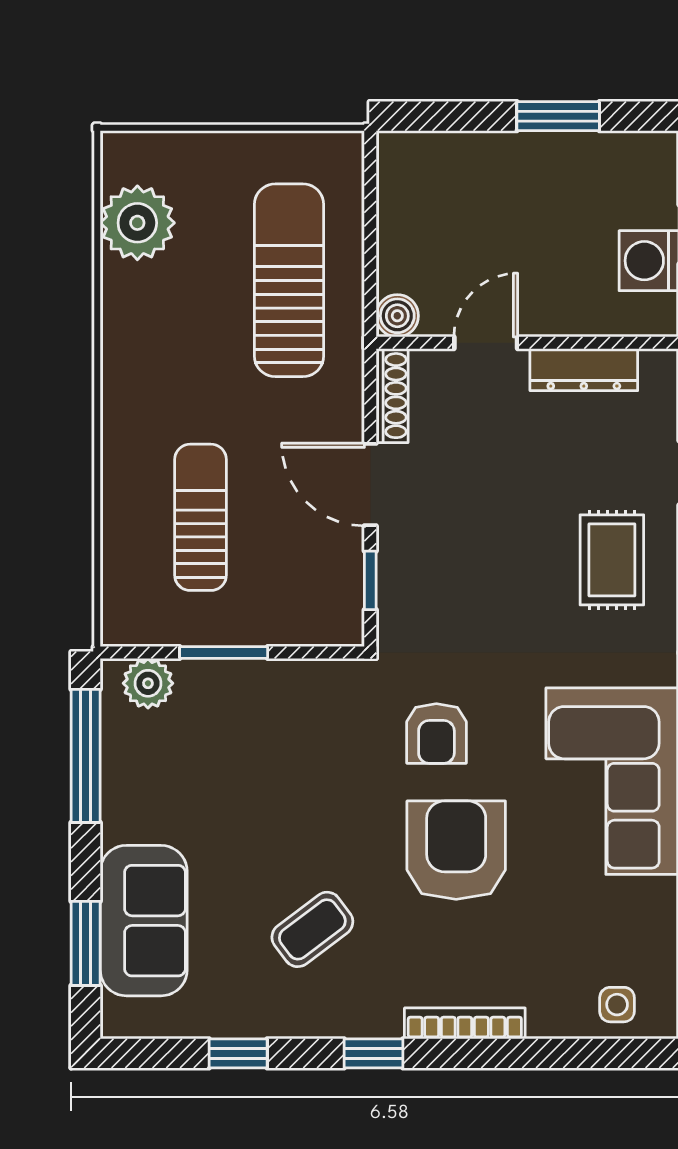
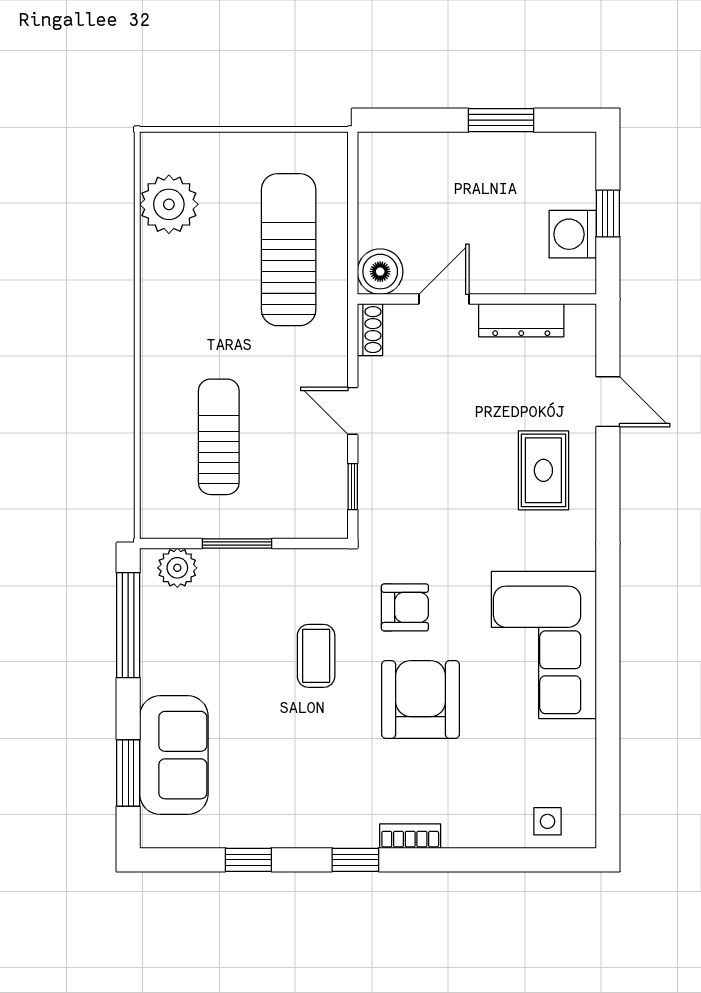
boiler: (397, 316) -> (380, 272), width x1.36, depth x1.36
shoe rack: (392, 396) -> (370, 330), width x0.70
door: (370, 485) -> (353, 411), width x0.73
armchair: (436, 734) -> (405, 607), turned -90
coffee table: (312, 929) -> (316, 656), moved, turned -53
bookcase: (465, 1023) -> (410, 836), width x0.64

